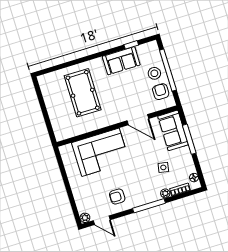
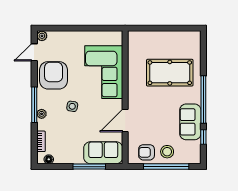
window: (97, 55) -> (203, 99), added
armchair: (161, 92) -> (147, 152), turned 180
side table: (163, 167) -> (72, 106), moved
plant: (165, 193) -> (42, 114), moved
armchair: (117, 197) -> (54, 75), width x1.88, depth x1.88

